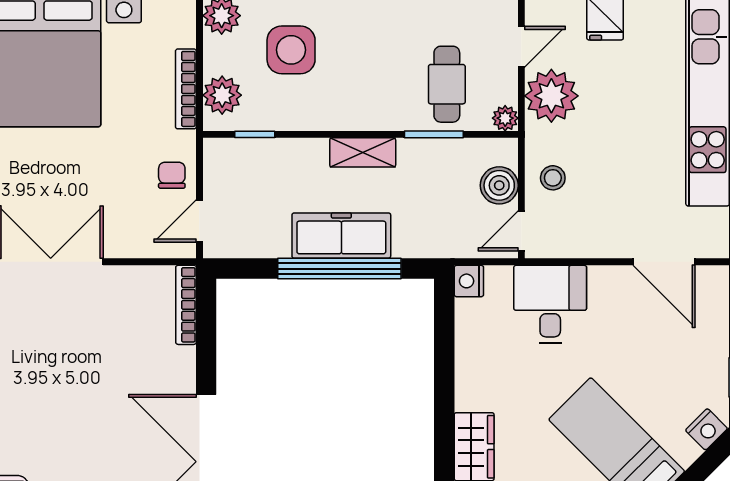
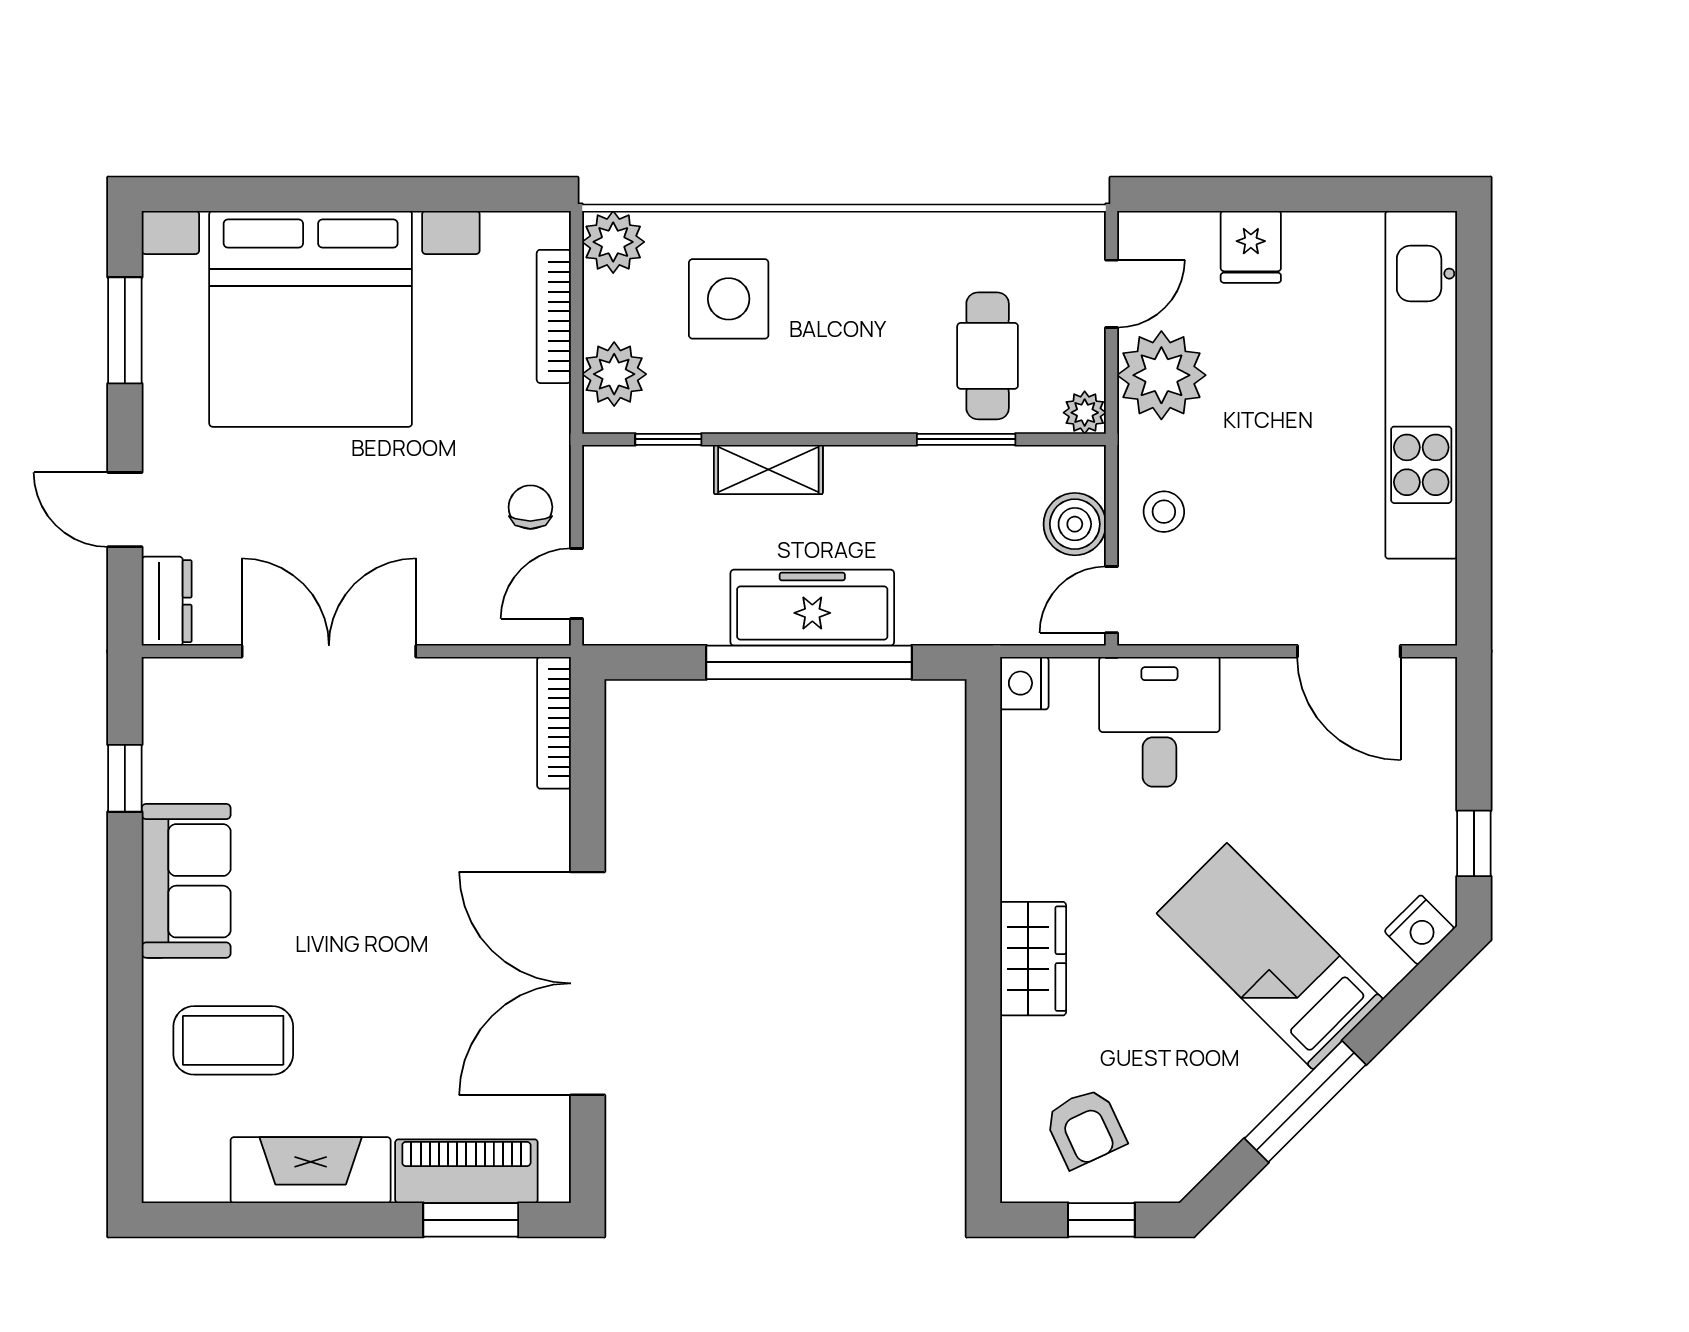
bookcase: (186, 89) -> (554, 316), moved
shelving: (363, 152) -> (768, 469), moved

